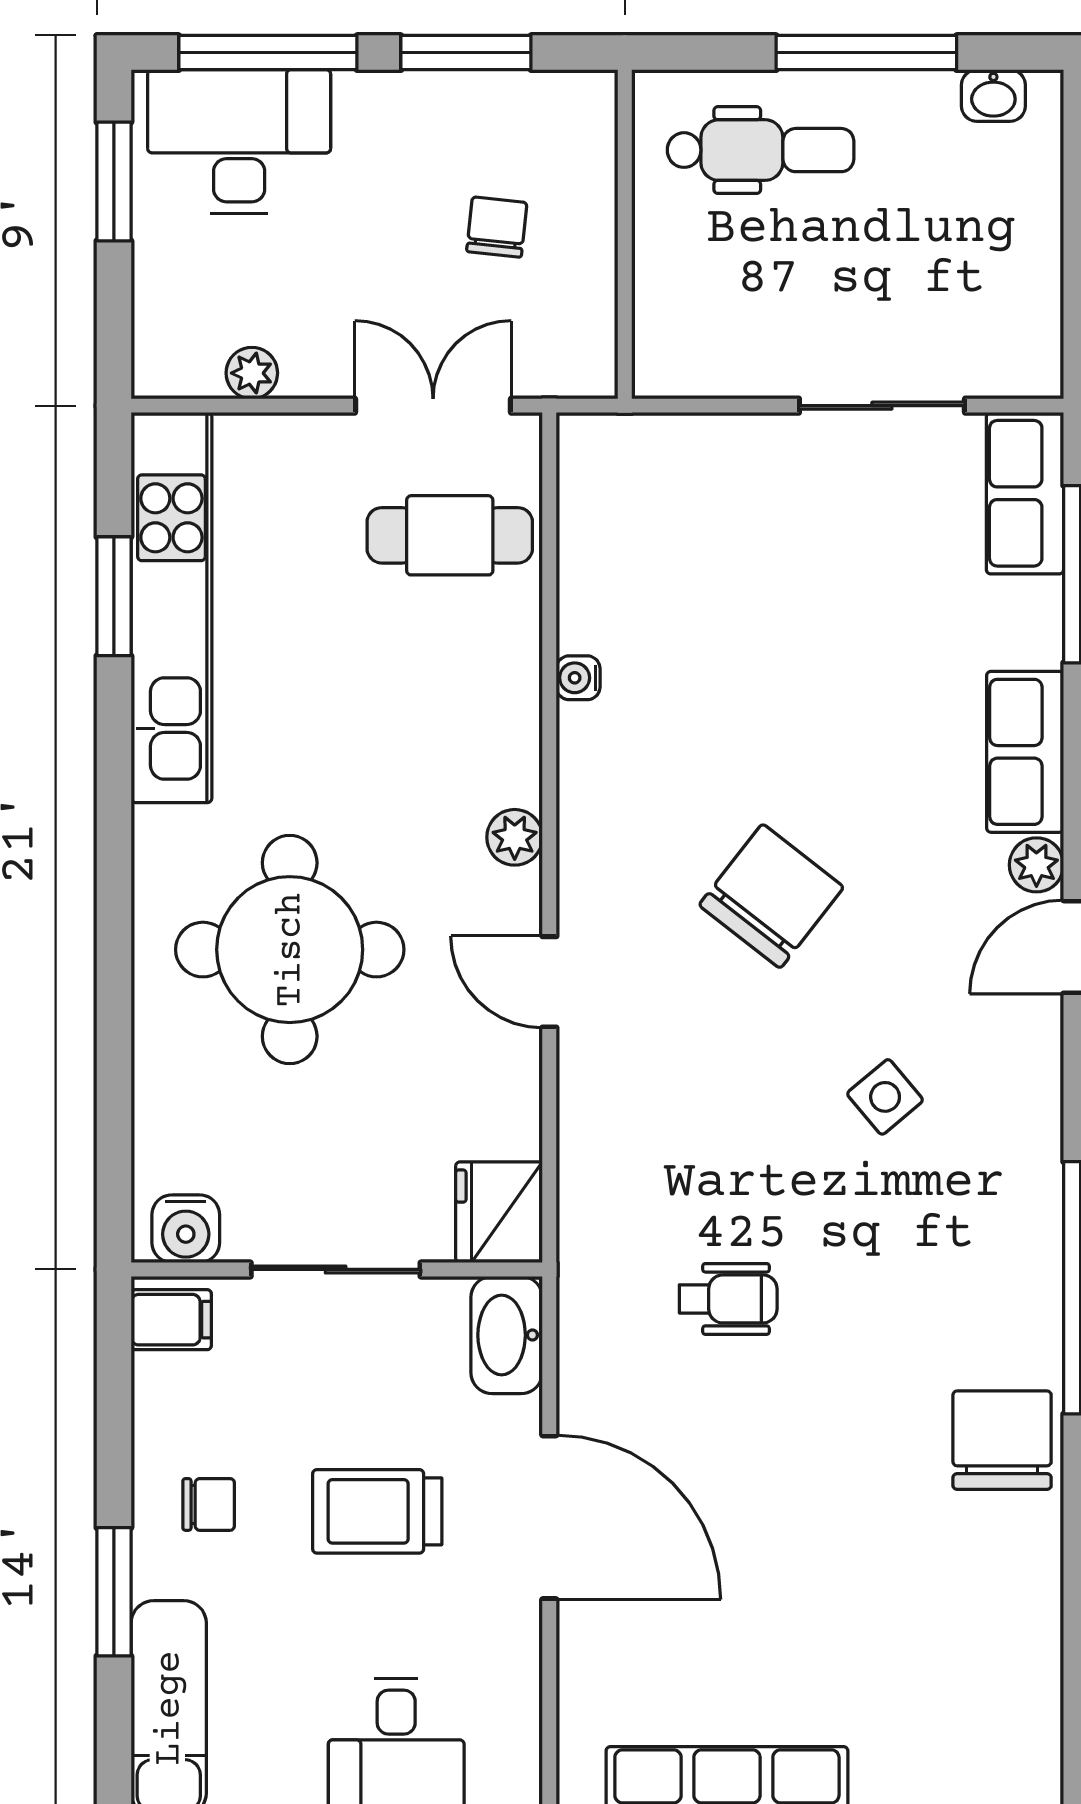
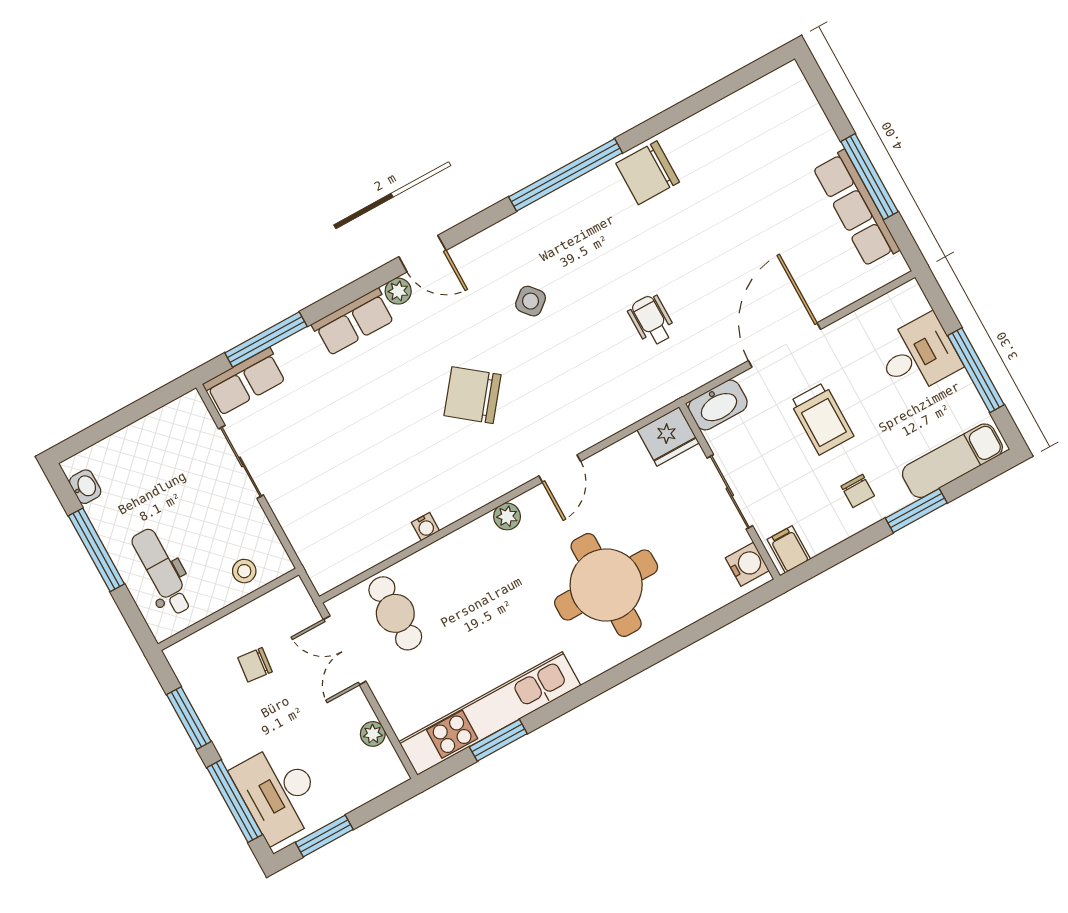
stool: (679, 302) -> (244, 571), added
chair: (209, 1504) -> (858, 491), turned 180

